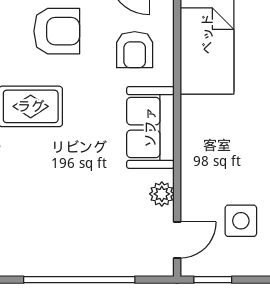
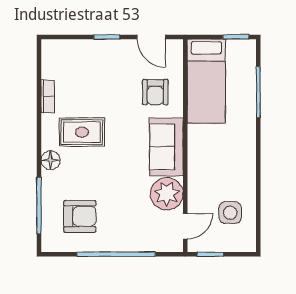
armchair: (57, 31) -> (80, 216), moved
plant: (162, 194) -> (167, 194), width x1.88, depth x1.88

